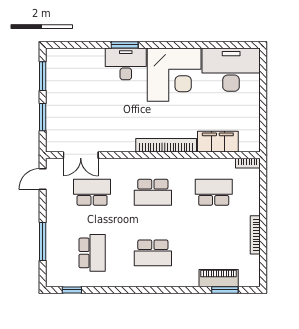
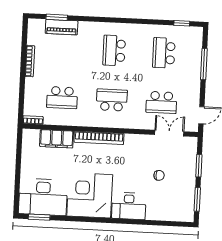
window: (125, 45) -> (39, 217), moved
chair: (91, 103) -> (159, 175), added
school desk: (153, 253) -> (114, 50), turned -90

